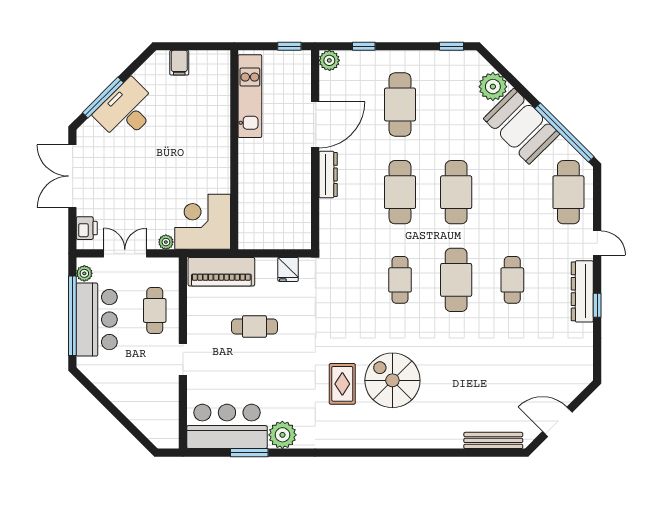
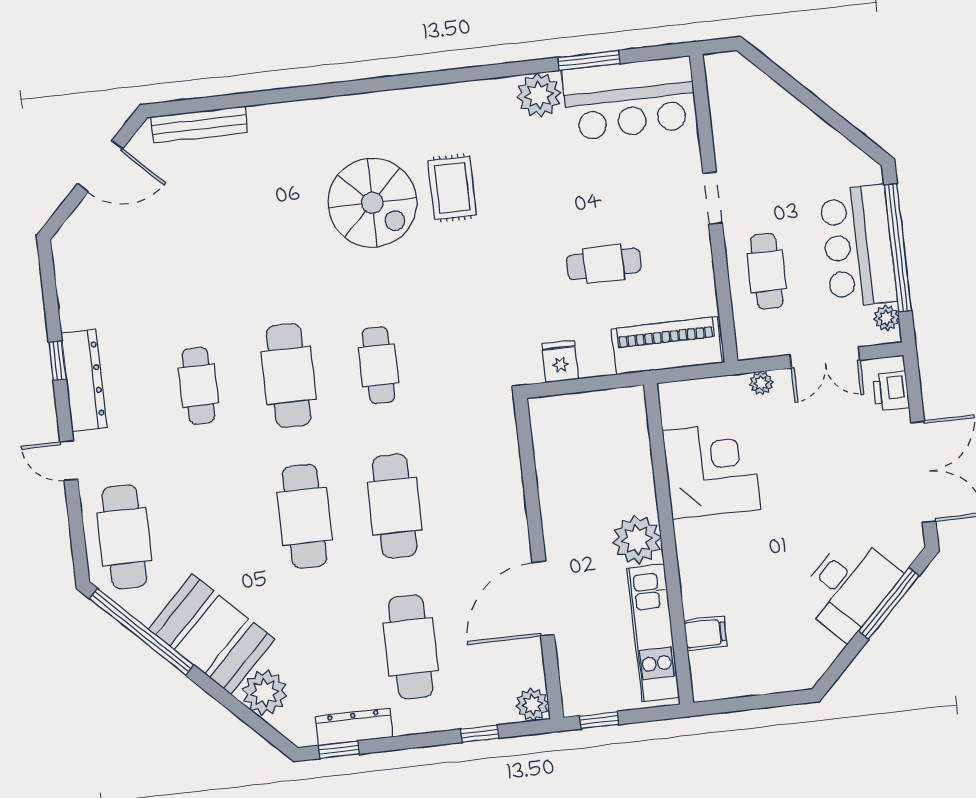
filing cabinet: (179, 63) -> (705, 633), moved, turned 90
plant: (253, 154) -> (637, 540), added
dresser: (328, 174) -> (354, 727), moved, turned 90
corner desk: (203, 222) -> (712, 470), moved, turned -90

